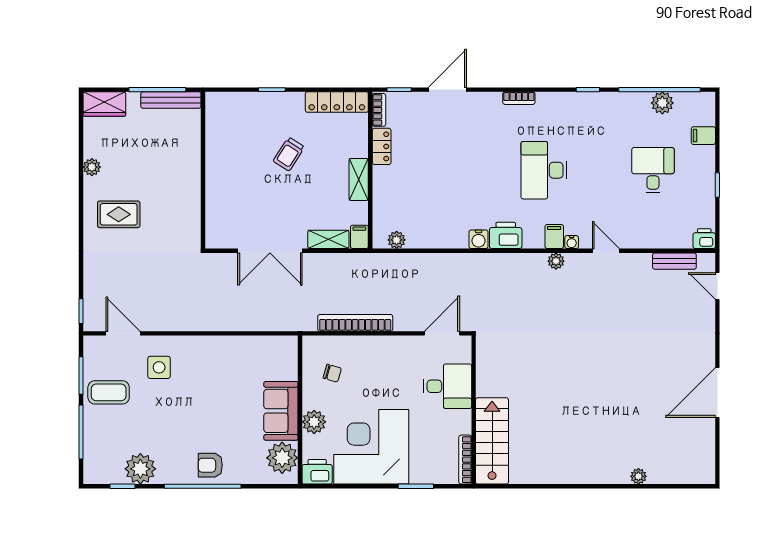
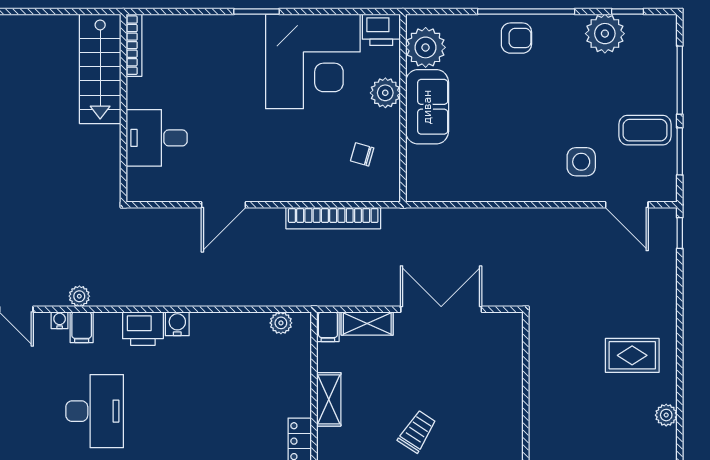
desk: (447, 386) -> (157, 138), moved
wall: (474, 410) -> (123, 108), moved
stairs: (492, 441) -> (100, 69), moved
bookcase: (465, 460) -> (134, 45), moved

